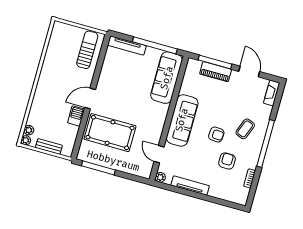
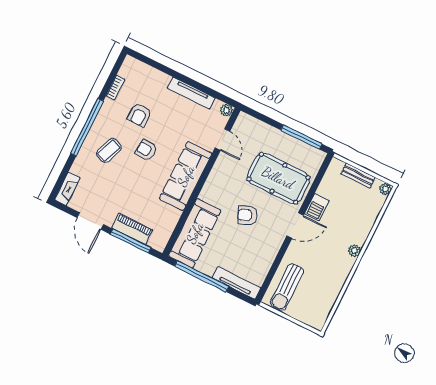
armchair: (129, 99) -> (247, 215), added
plant: (29, 130) -> (354, 251), moved

